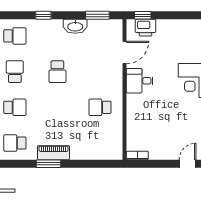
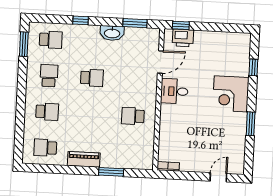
school desk: (57, 72) -> (92, 78), turned -90
window: (48, 164) -> (111, 172), moved

